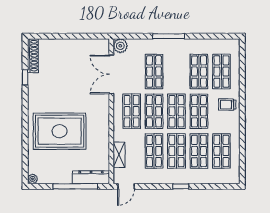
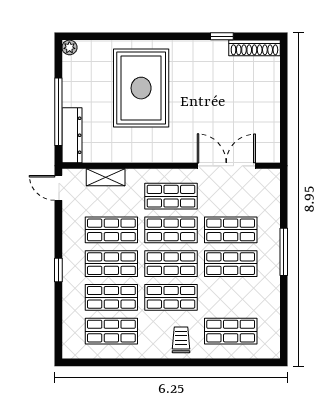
plant: (120, 46) -> (269, 179), removed
shop shelf: (199, 72) -> (231, 264), moved

